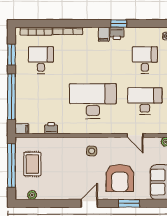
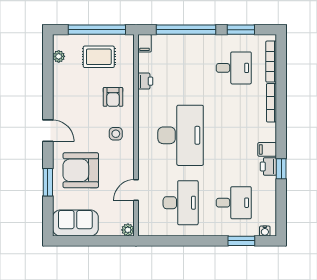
armchair: (63, 153) -> (113, 97), added

